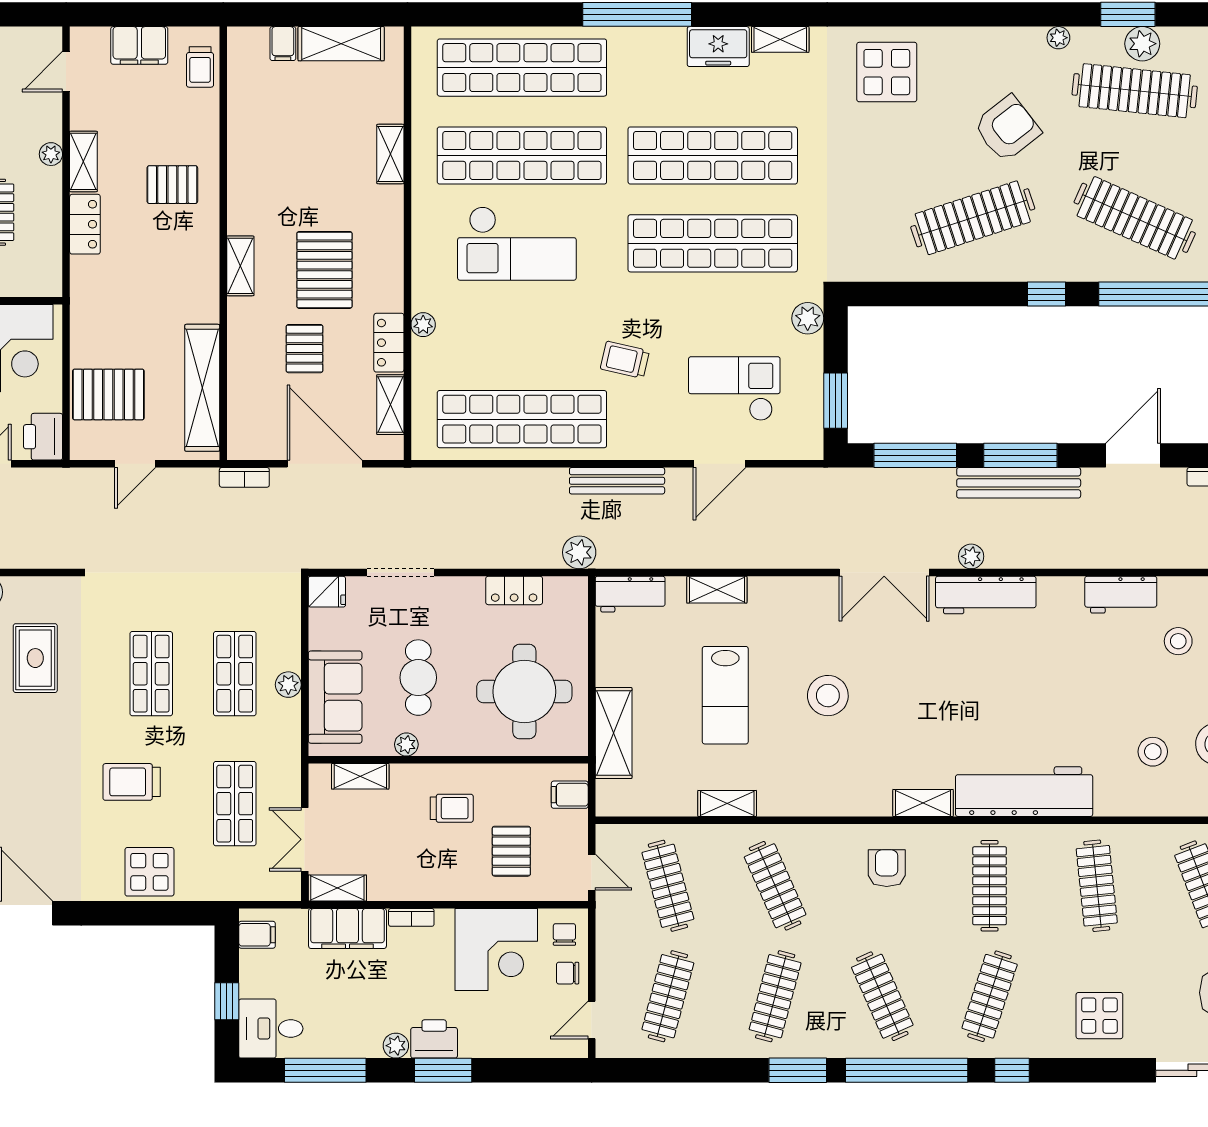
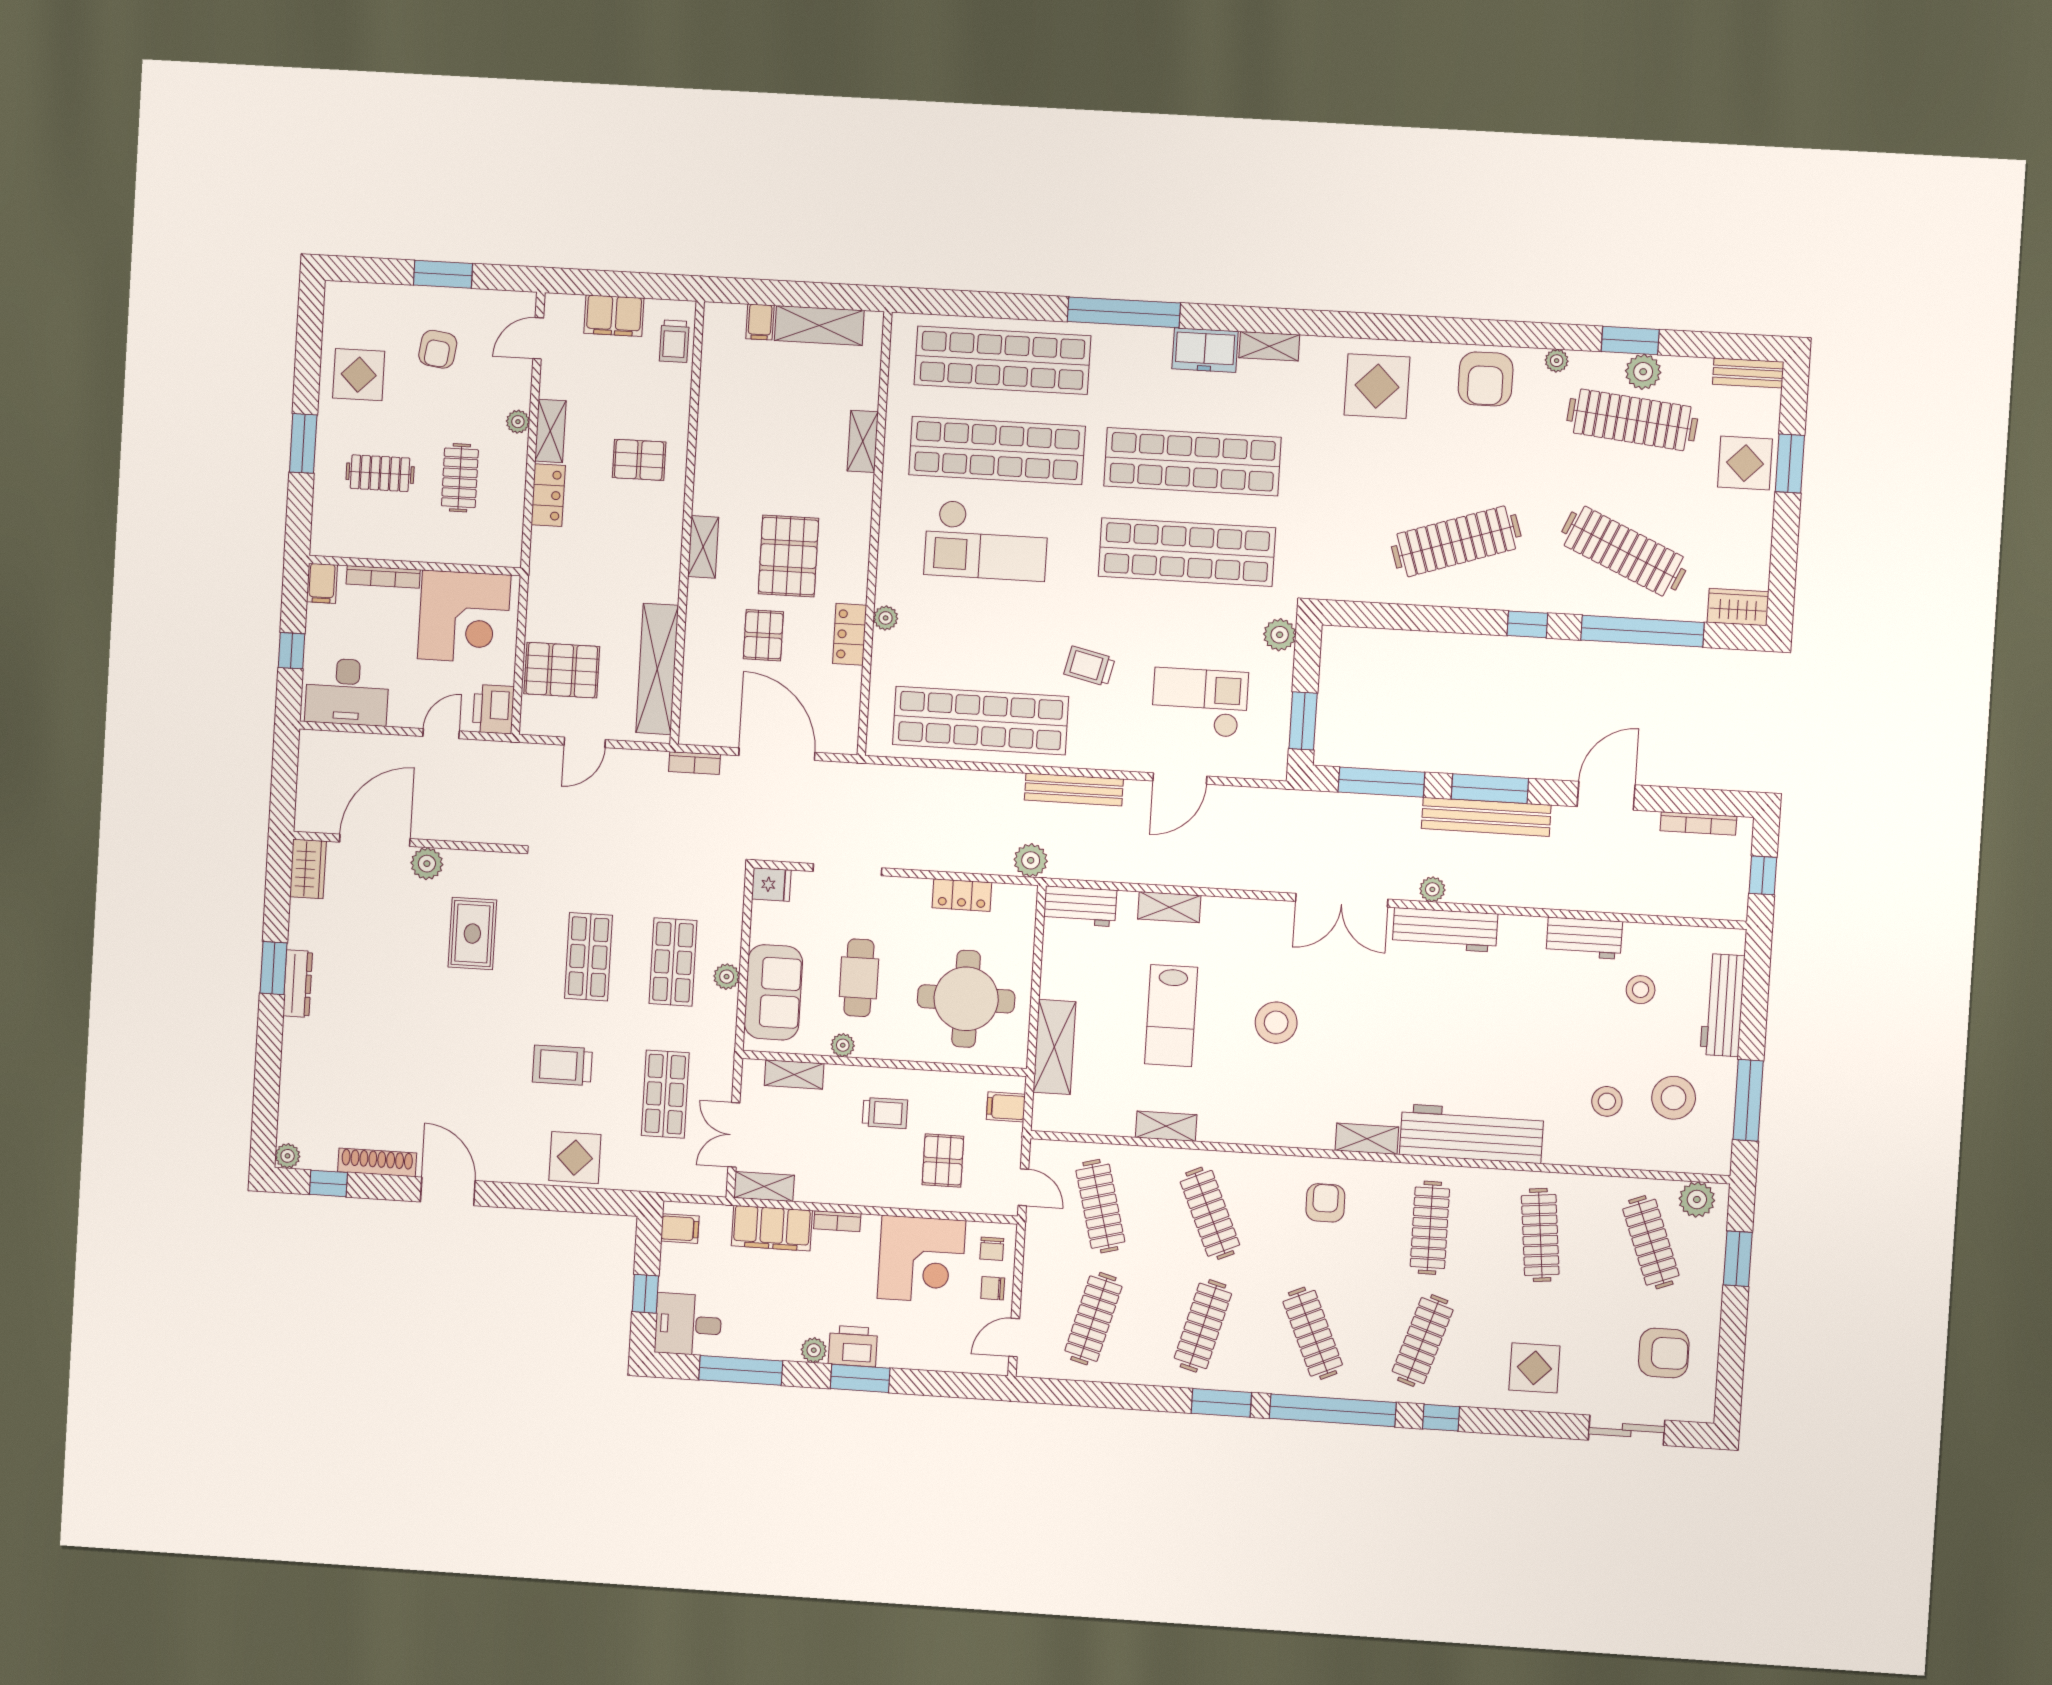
armchair: (1007, 129) -> (1486, 379), moved, turned 128
shelving: (390, 405) -> (847, 698), removed
chair: (564, 934) -> (992, 1249), turned 180

